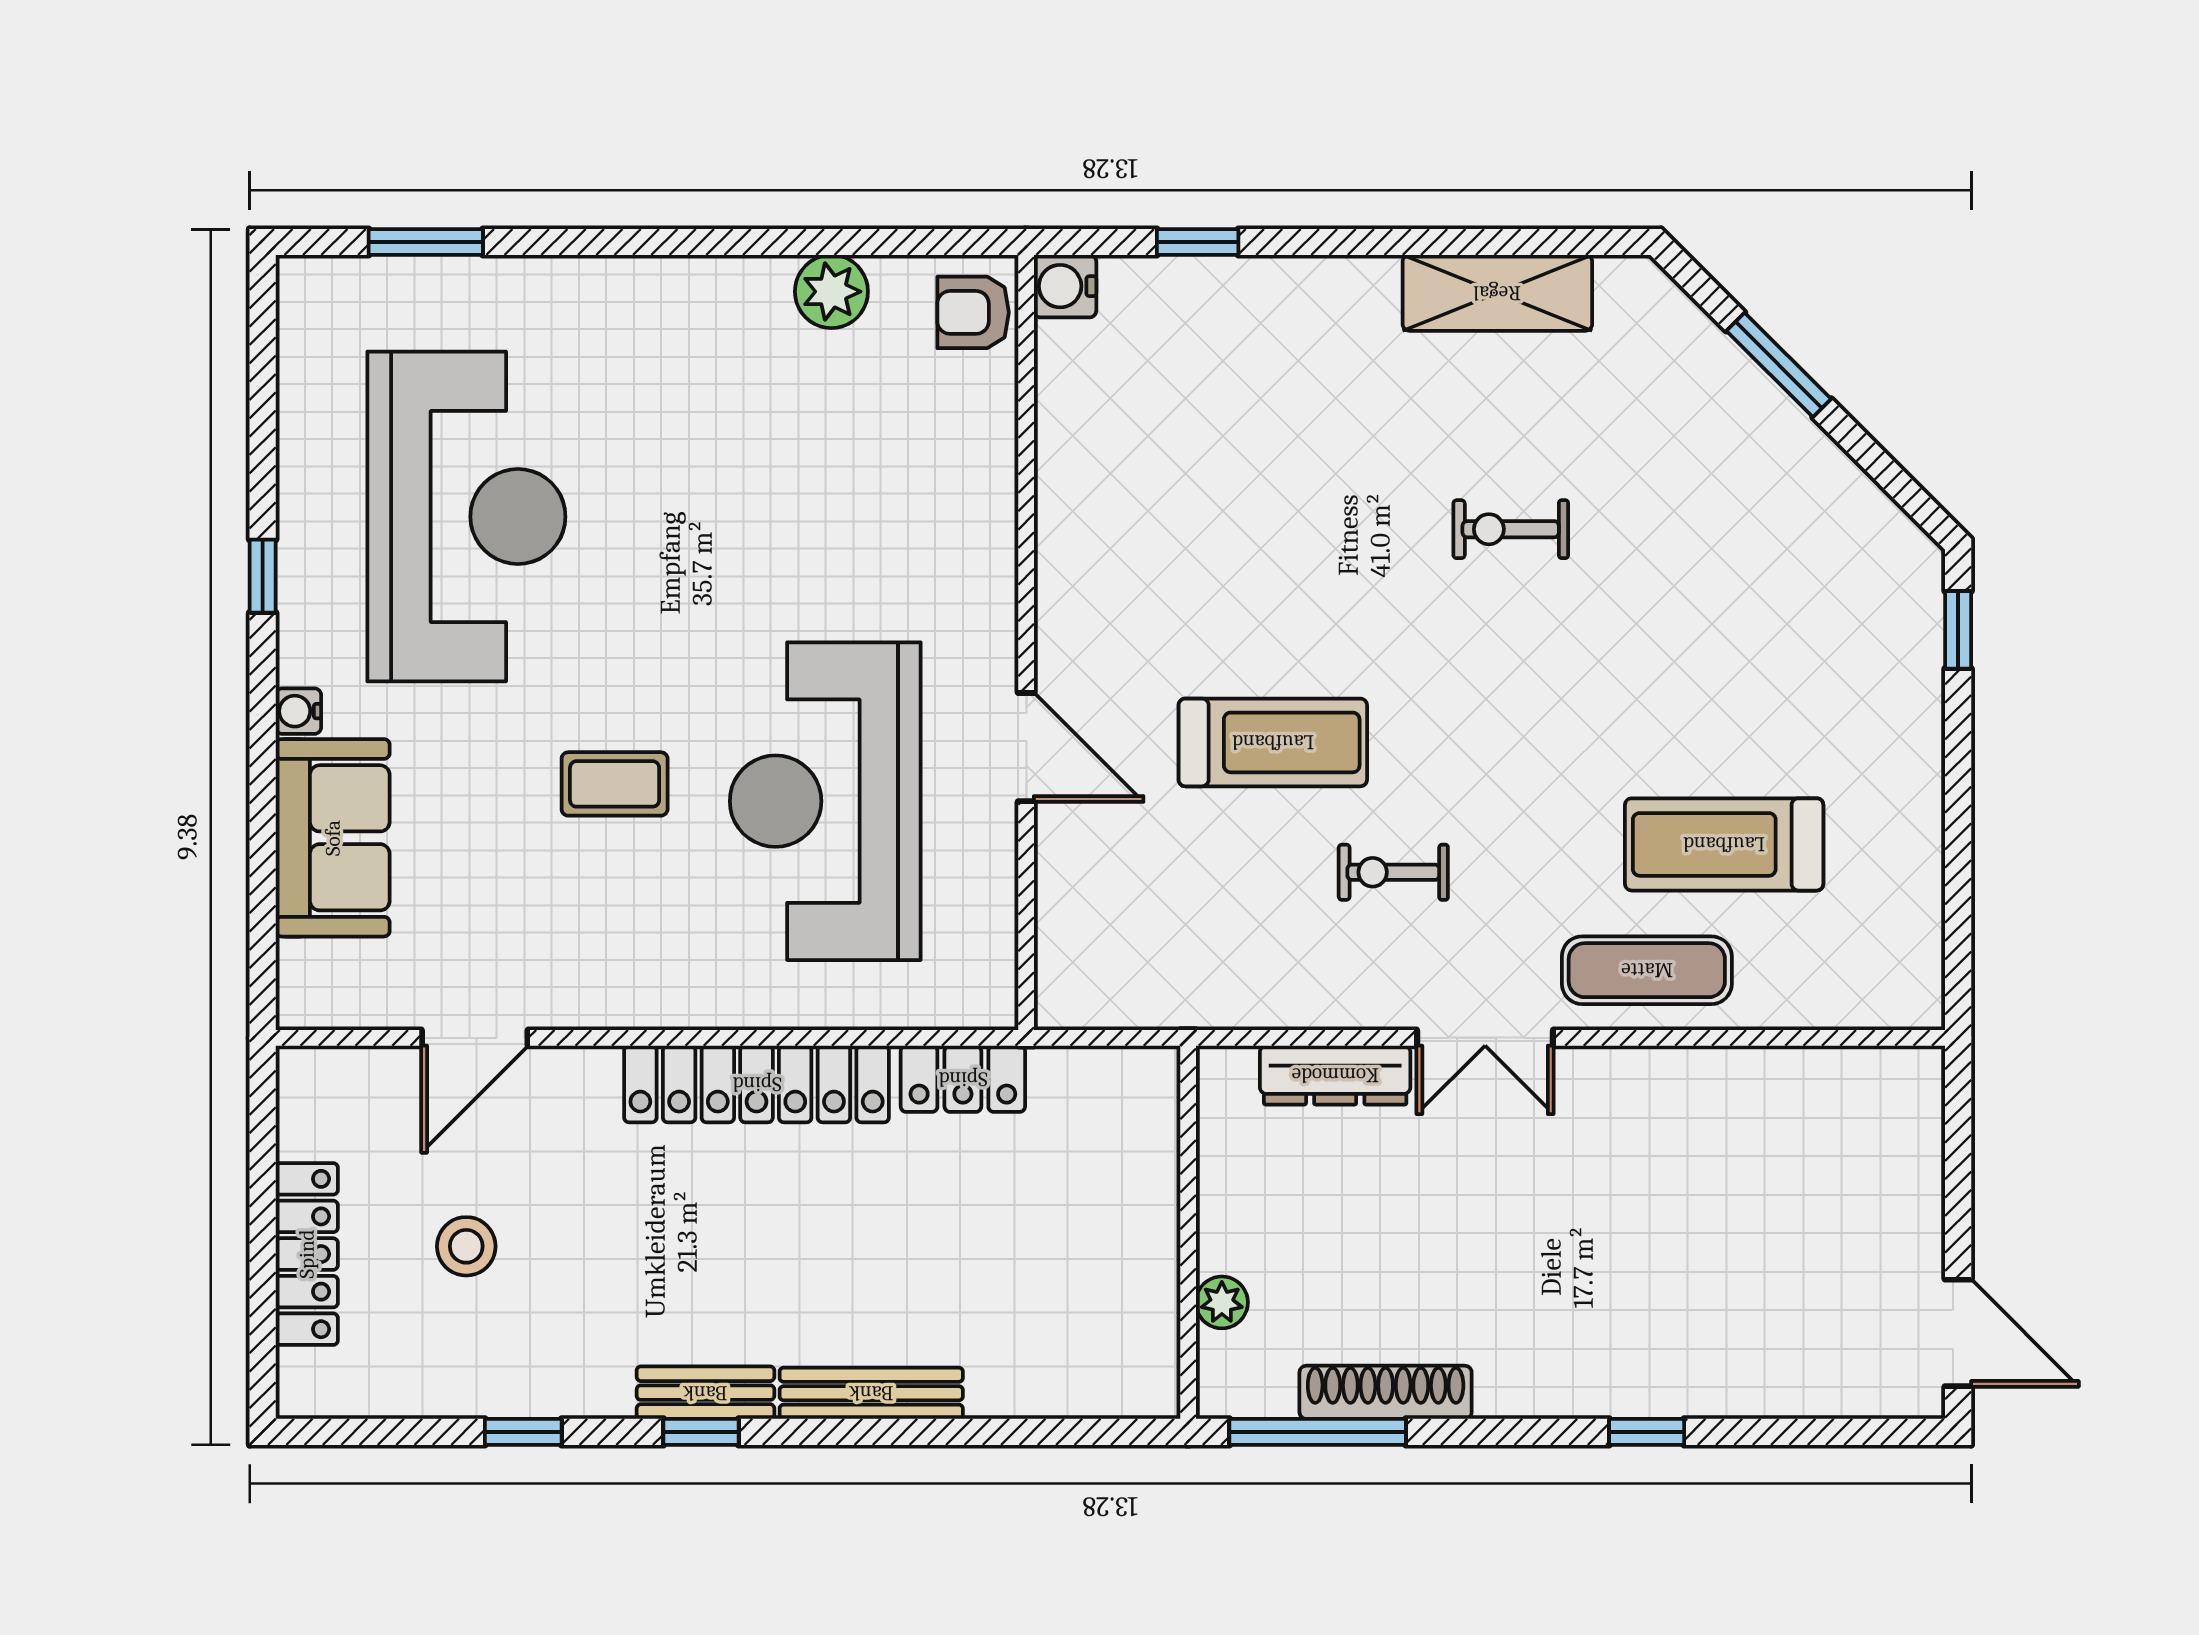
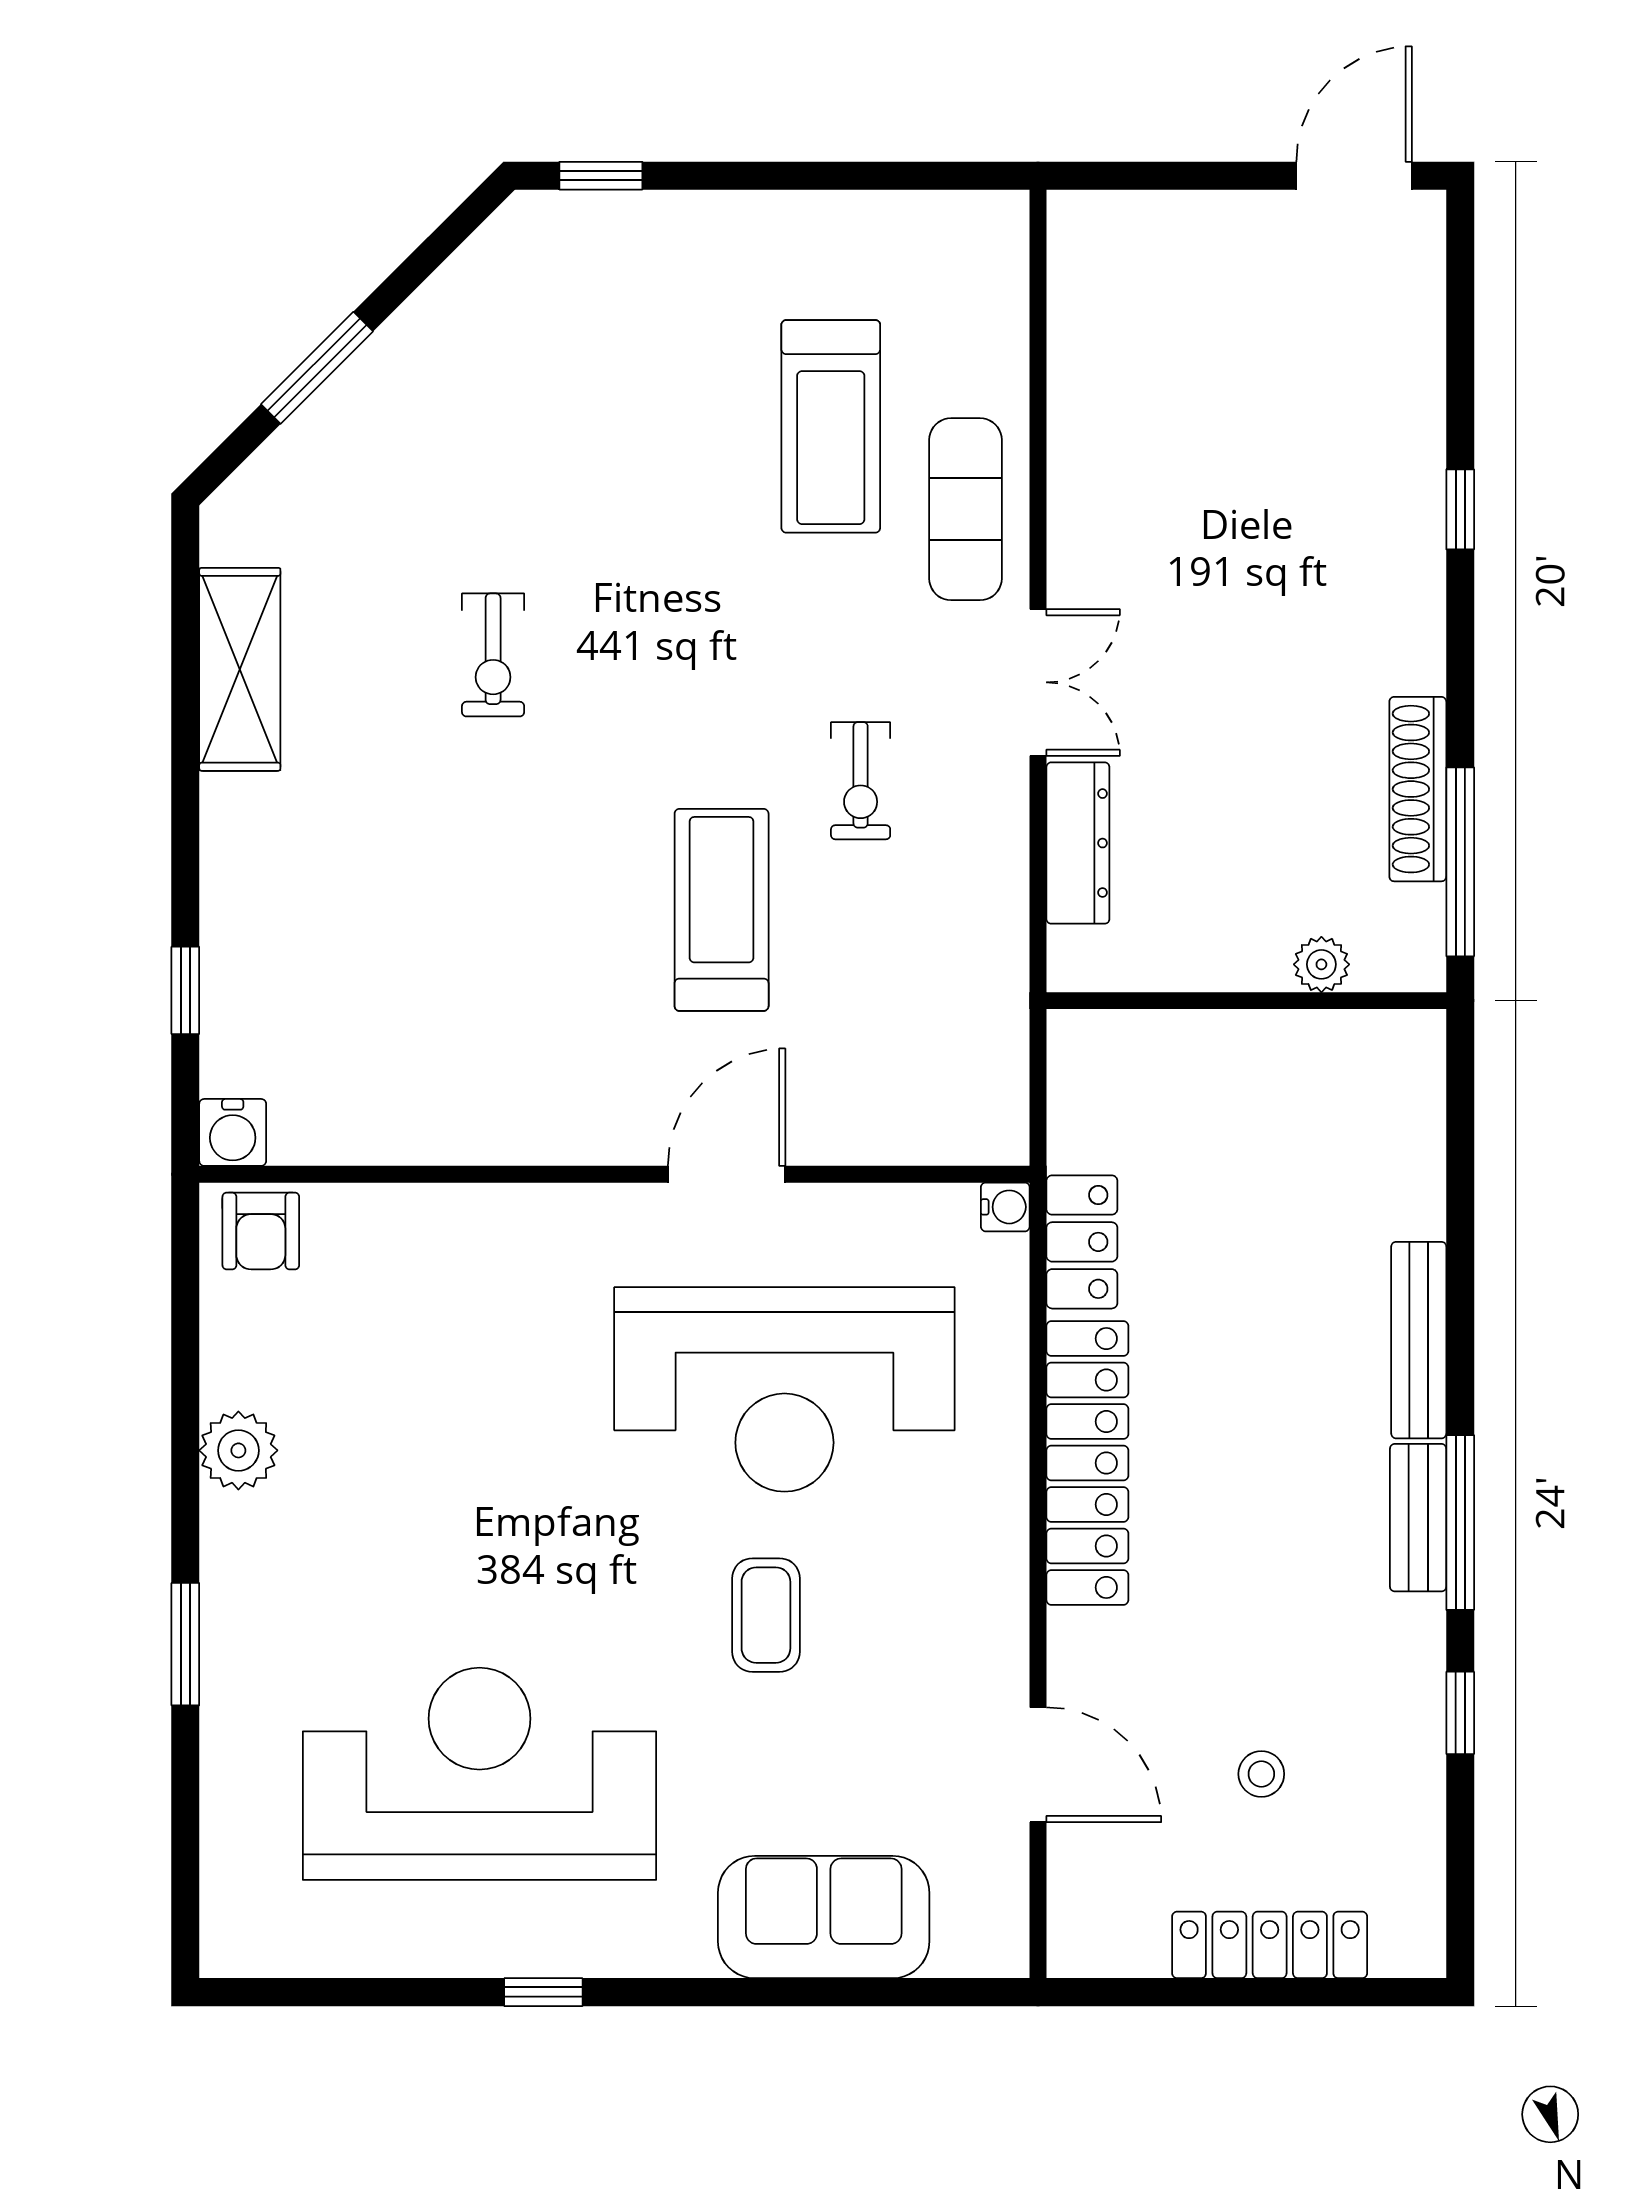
window: (426, 242) -> (185, 1644), moved
plant: (831, 292) -> (238, 1450), moved
water cooler: (298, 711) -> (1005, 1207), moved, turned -90
stool: (466, 1246) -> (1261, 1774), width x0.73, depth x0.73
window: (701, 1432) -> (1460, 1523), width x2.17

